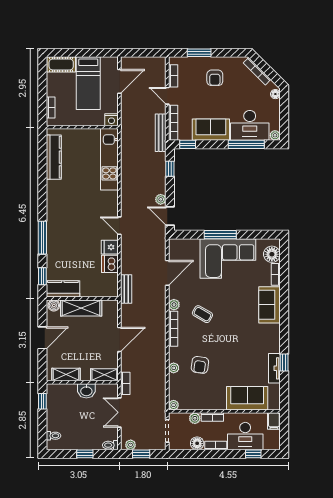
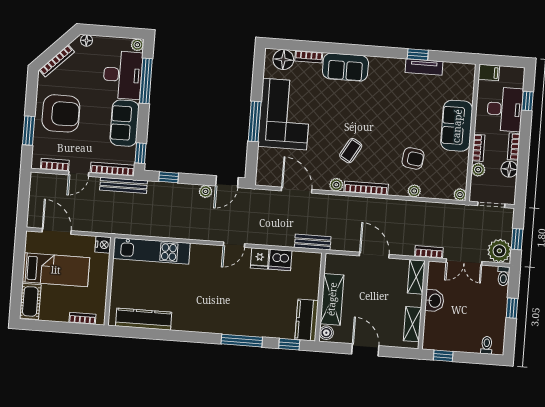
armchair: (215, 78) -> (61, 113), width x1.88, depth x1.88
sofa: (247, 398) -> (457, 126), moved
plant: (131, 445) -> (499, 251), width x1.87, depth x1.87

